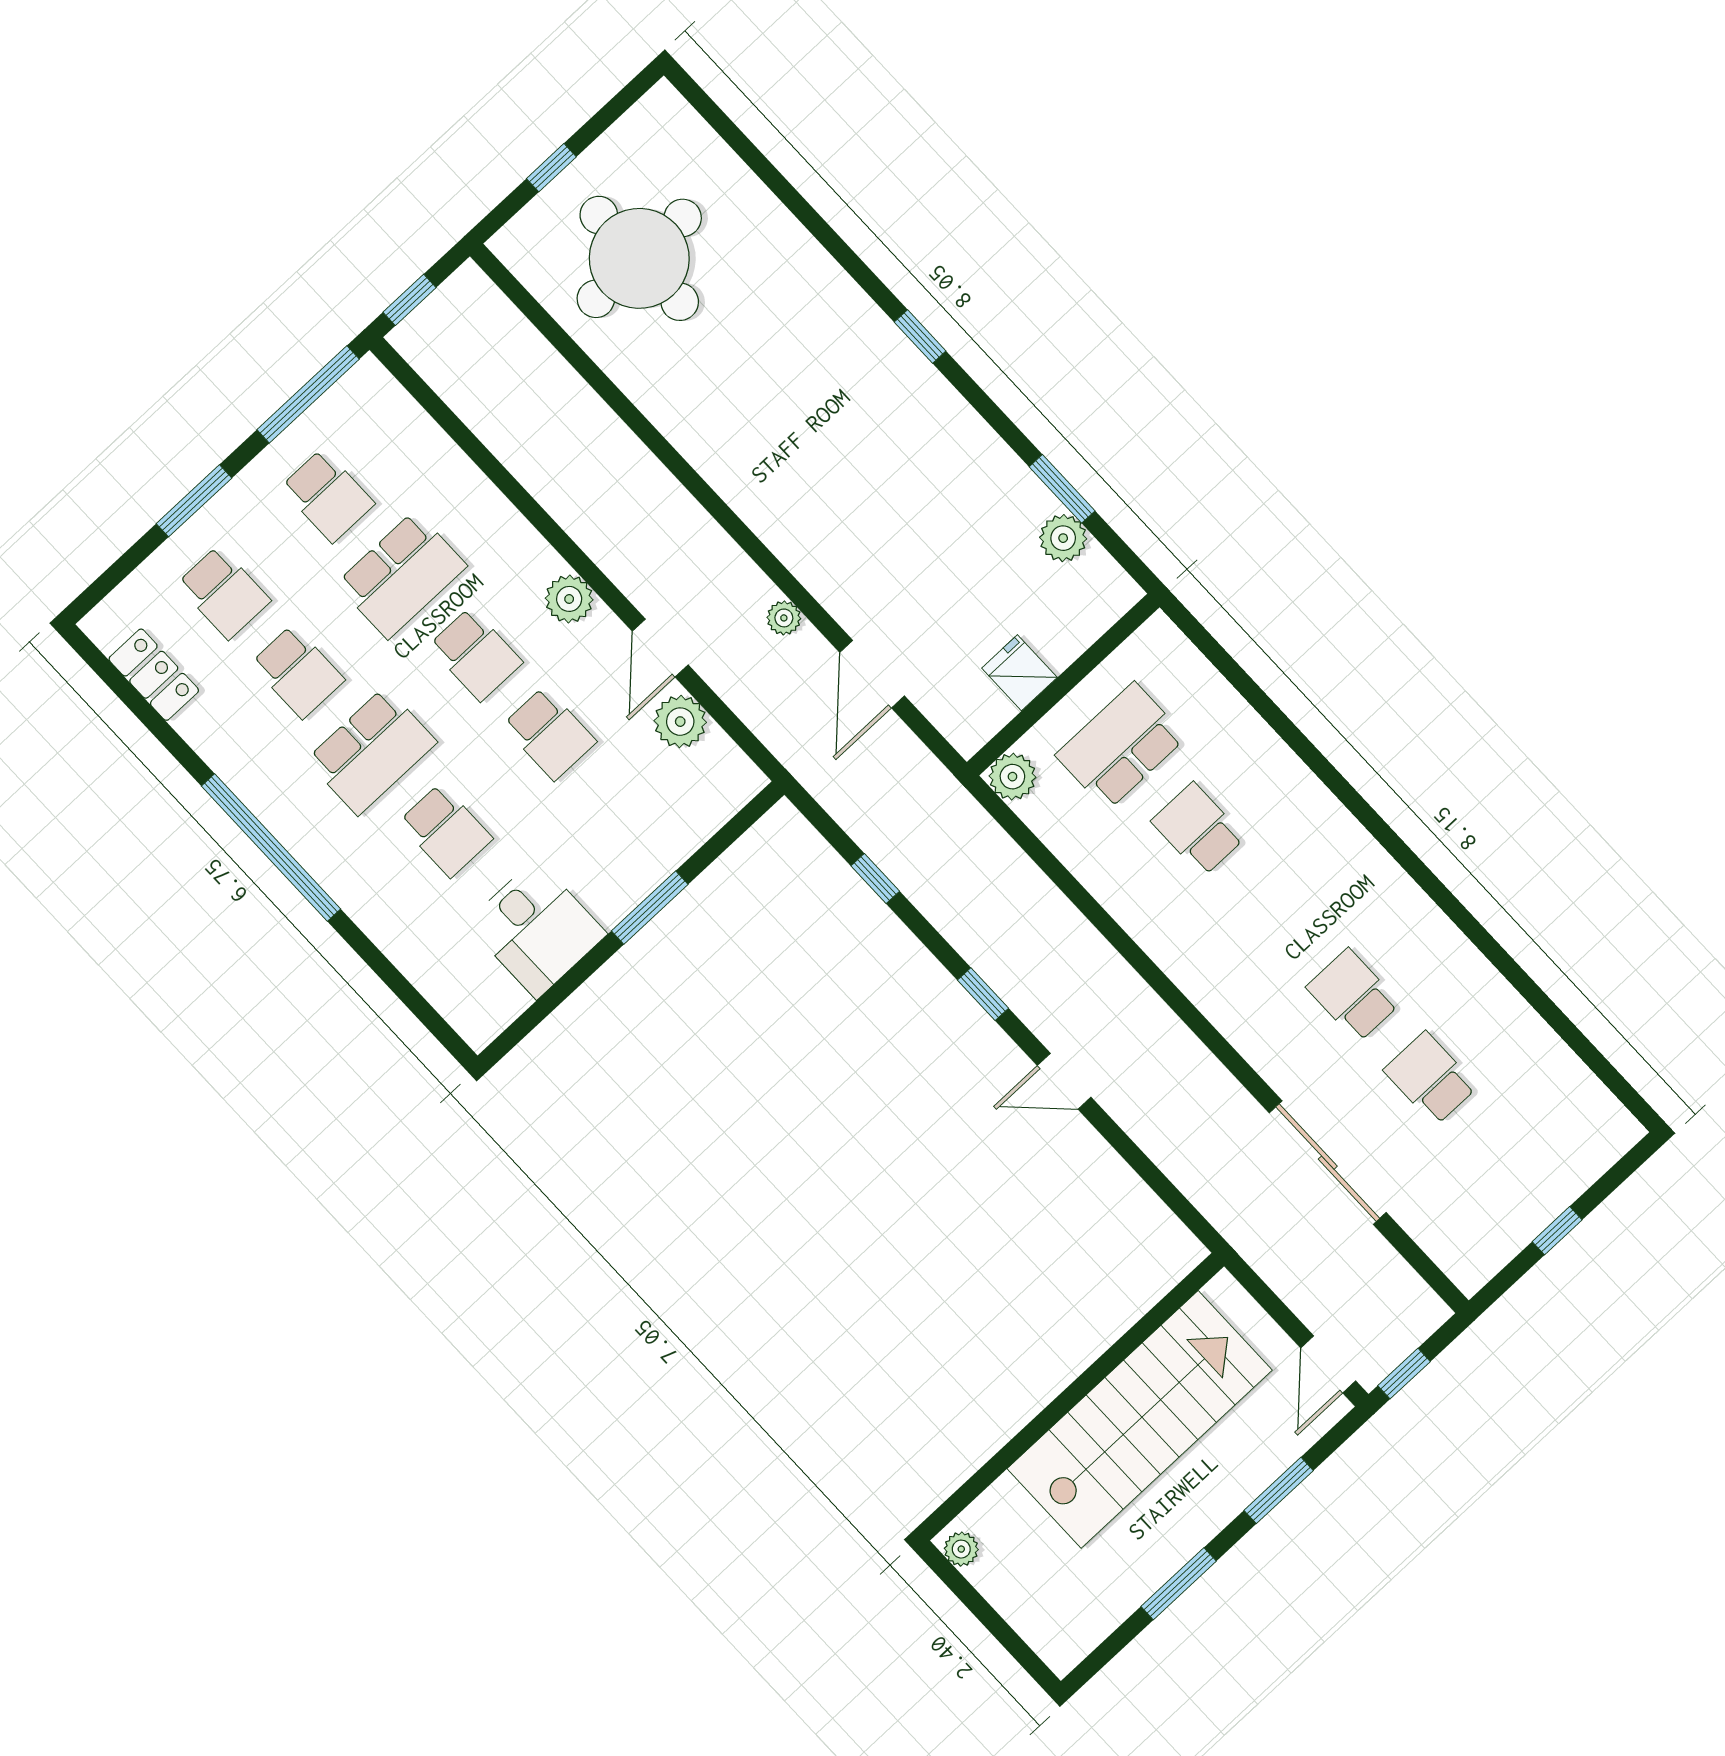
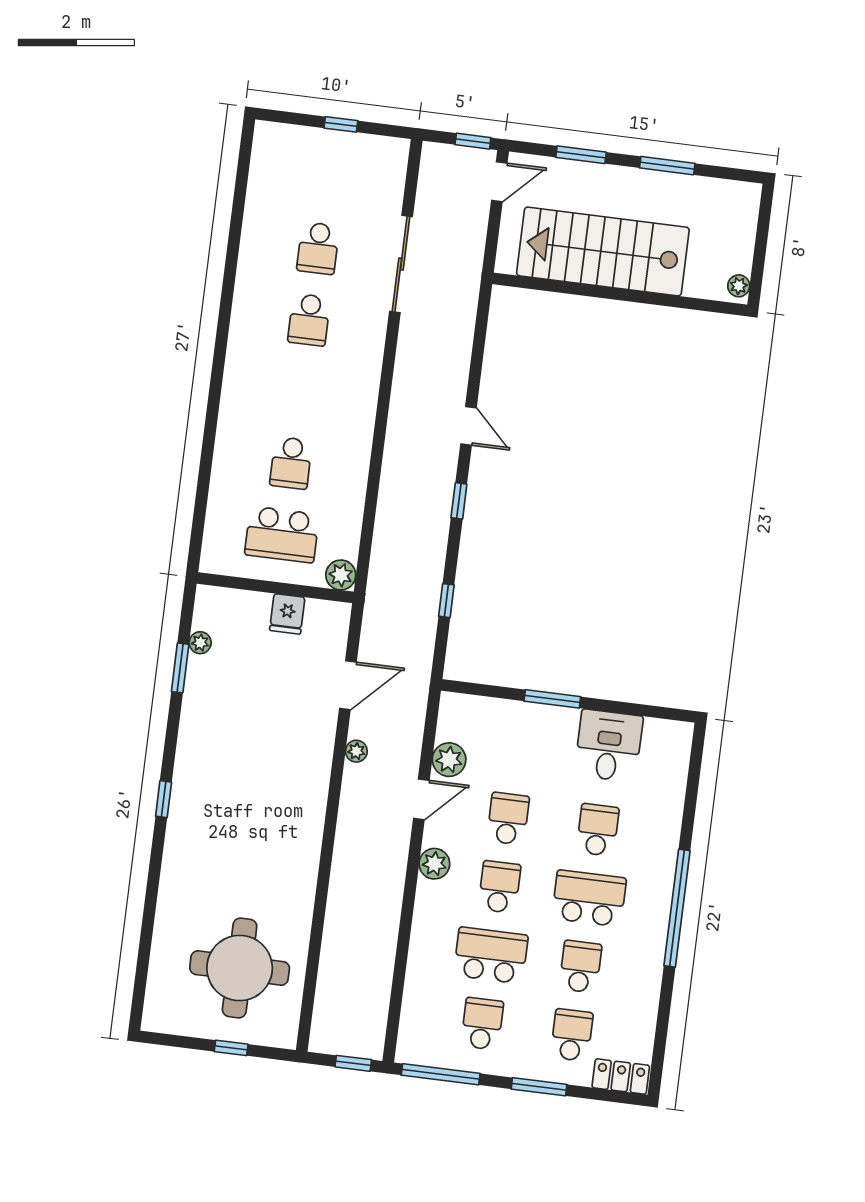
plant: (1063, 538) -> (200, 643), width x0.73, depth x0.73
locker: (154, 675) -> (621, 1076), moved, turned 90

